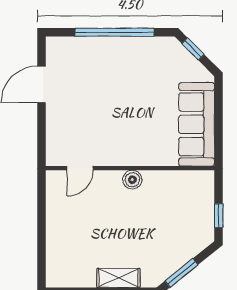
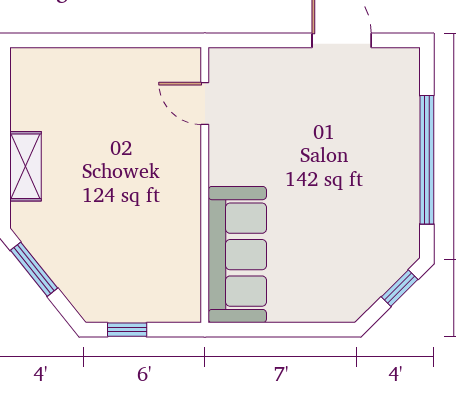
sofa: (197, 124) -> (237, 255), moved, turned 90
boiler: (132, 180) -> (186, 189), removed

